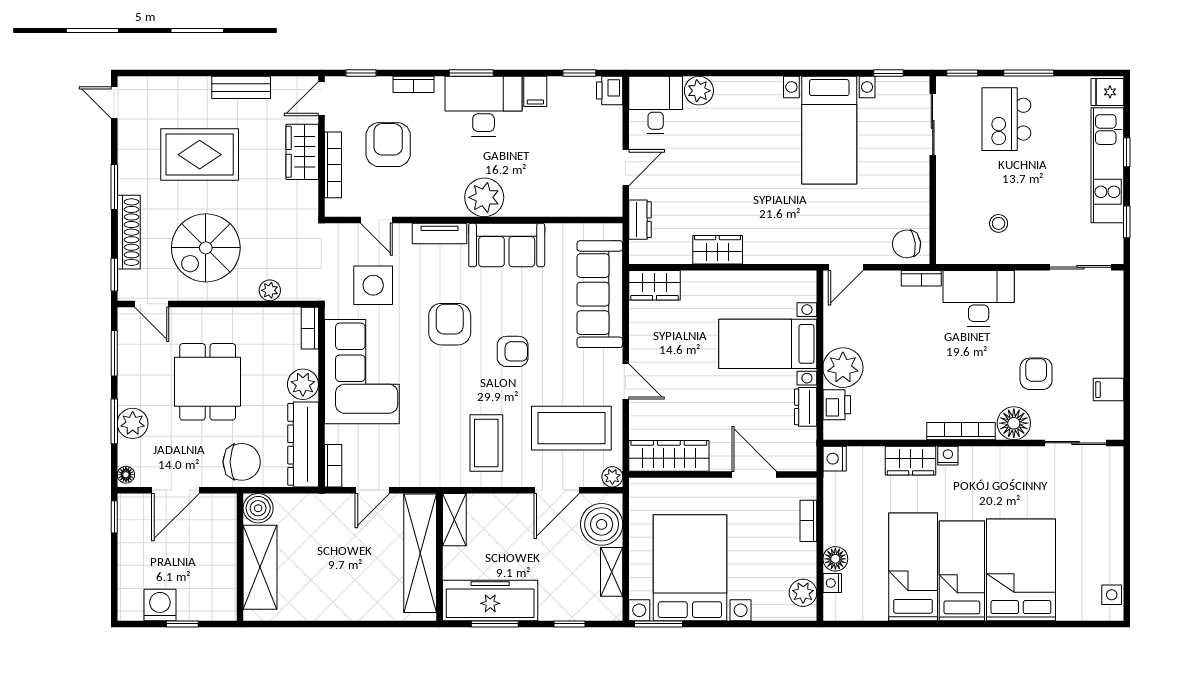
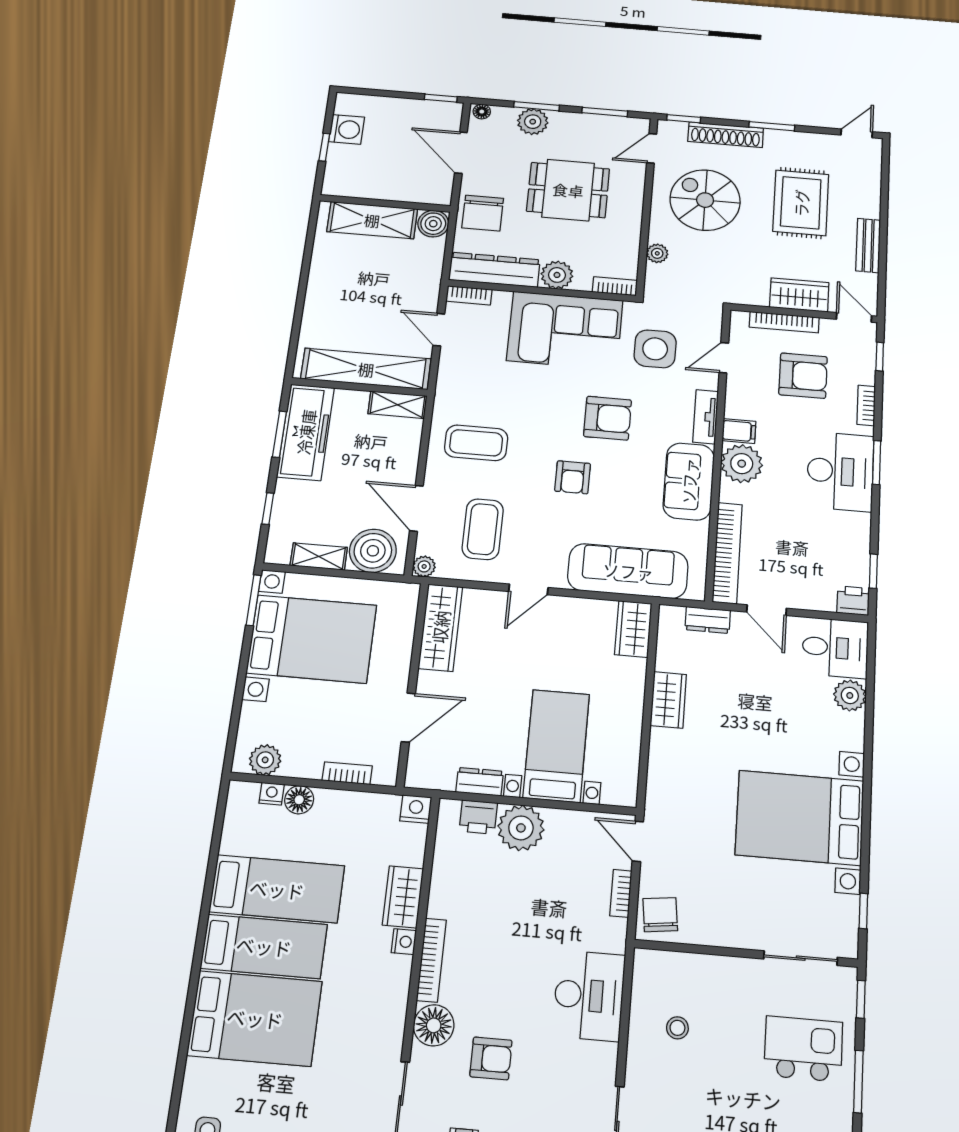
filing cabinet: (535, 91) -> (739, 431), moved, turned 180
bed with nightstands: (829, 130) -> (800, 818), width x1.36
bookcase: (574, 206) -> (727, 553), added
bookcase: (921, 278) -> (621, 893), moved
coffee table: (571, 428) -> (483, 529), width x0.73, depth x0.76

